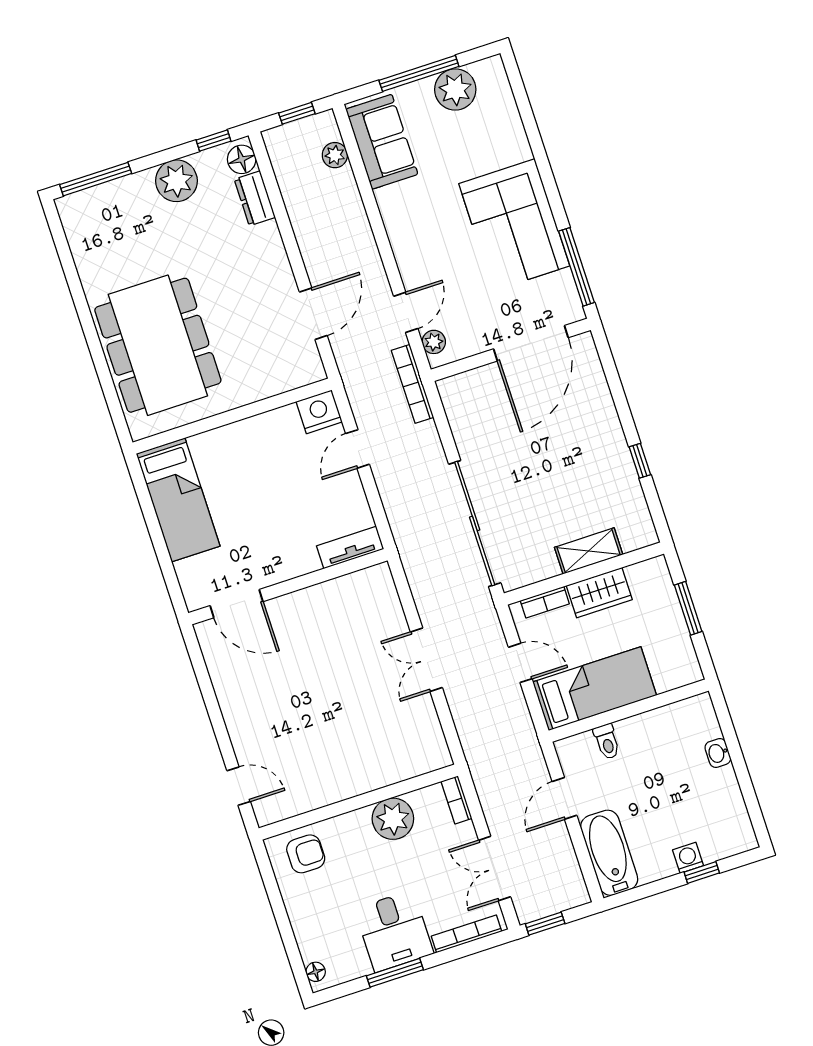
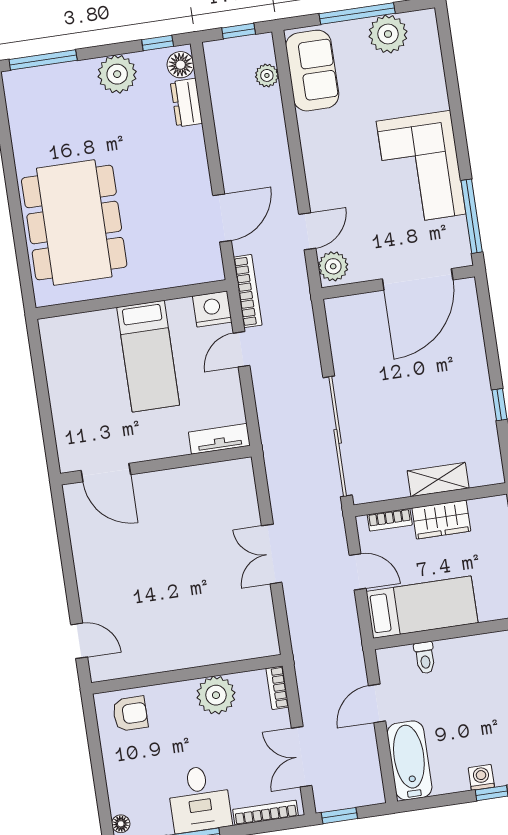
plant: (434, 342) -> (333, 266), width x1.38, depth x1.38
bookcase: (413, 384) -> (248, 291), moved, turned 180
bed: (178, 500) -> (148, 356), moved

